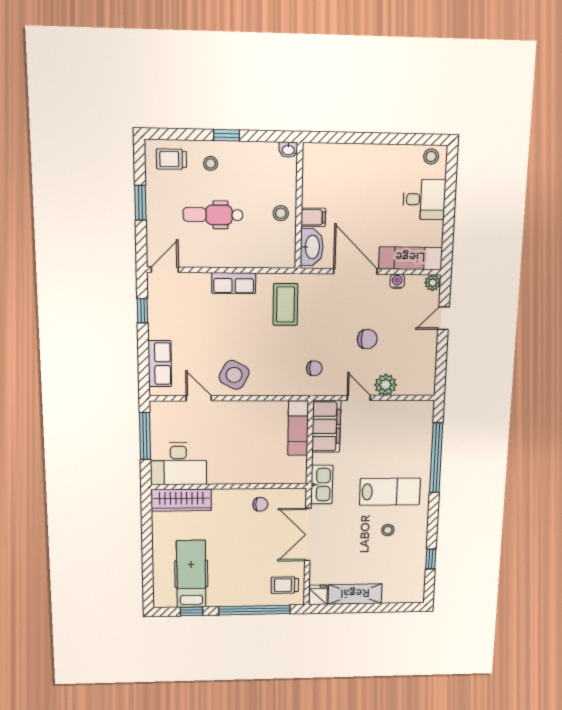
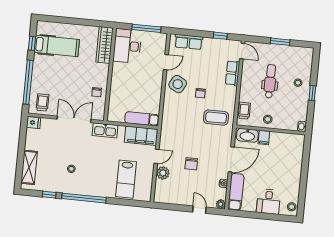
trolley: (171, 159) -> (244, 111), moved
row of seats: (234, 283) -> (233, 73), moved
chair: (314, 368) -> (200, 93), moved
window: (436, 458) -> (84, 198), moved
lab bench: (390, 492) -> (126, 179), moved
shelving: (355, 594) -> (29, 167), moved

